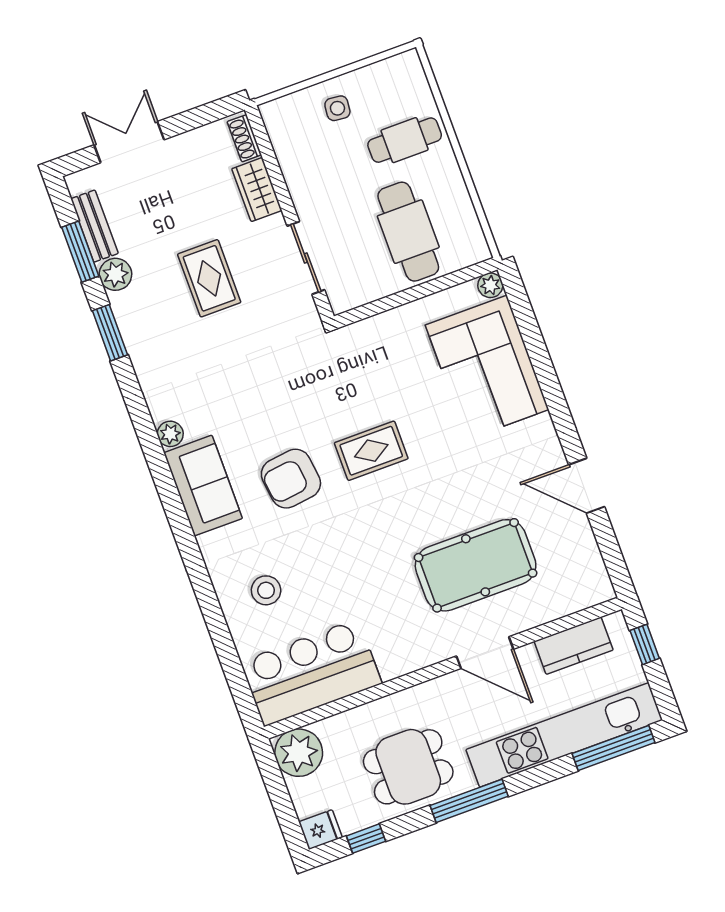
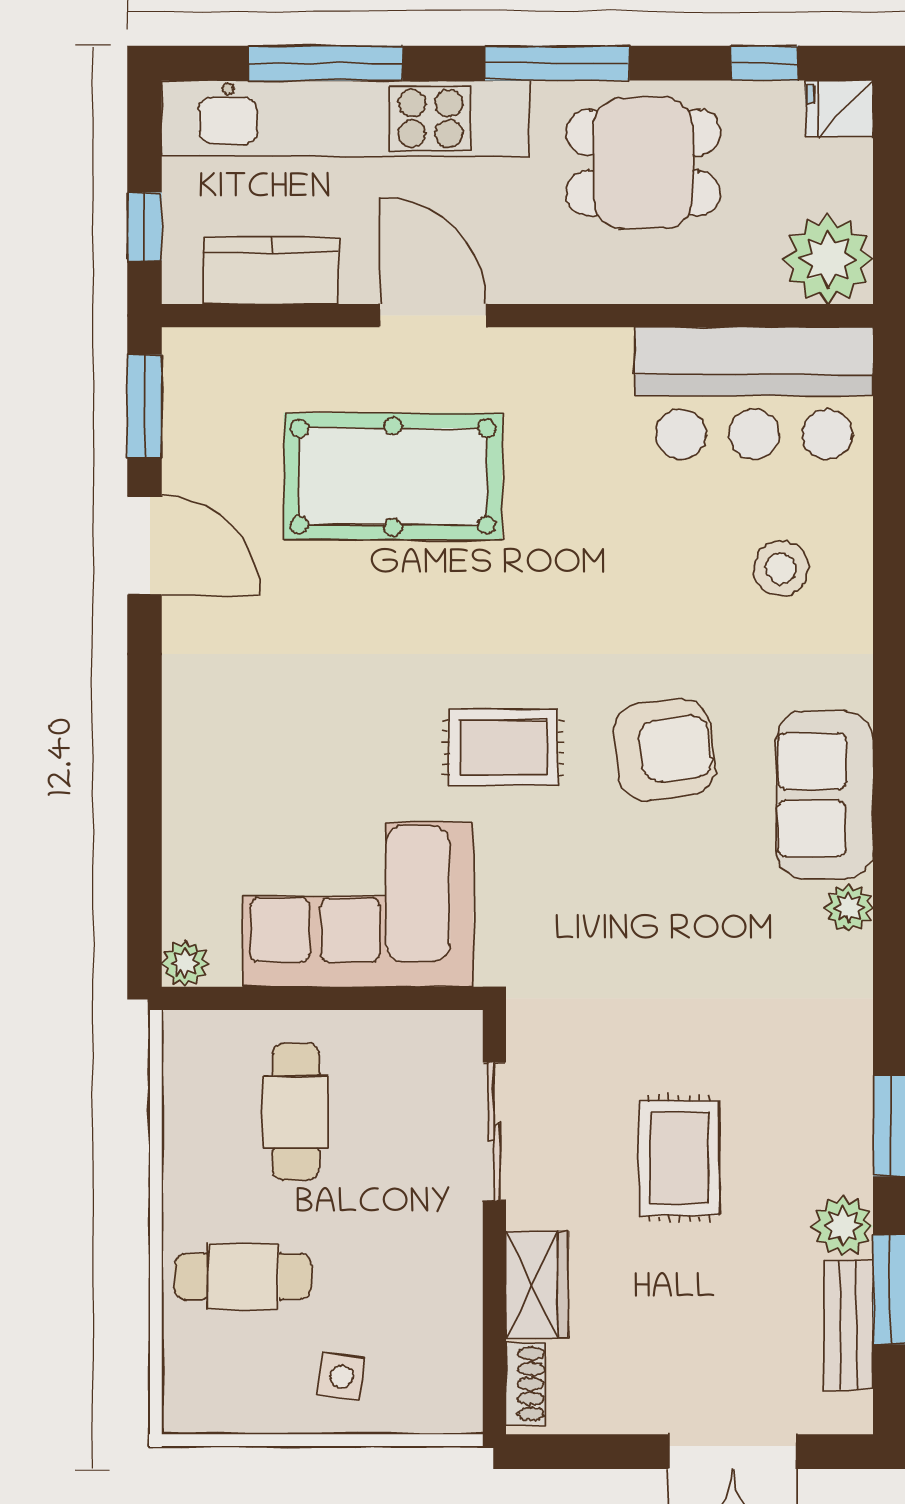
cafe table: (408, 232) -> (296, 1112), width x0.73, depth x0.74
corner sofa: (487, 367) -> (358, 904), moved, turned -90
window: (612, 555) -> (144, 406), added
window: (613, 748) -> (325, 63), moved

